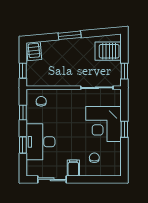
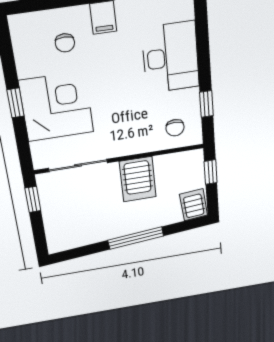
window: (70, 35) -> (136, 238), width x1.44
server rack: (108, 51) -> (138, 179), moved, turned 90
window: (23, 145) -> (203, 47), removed

